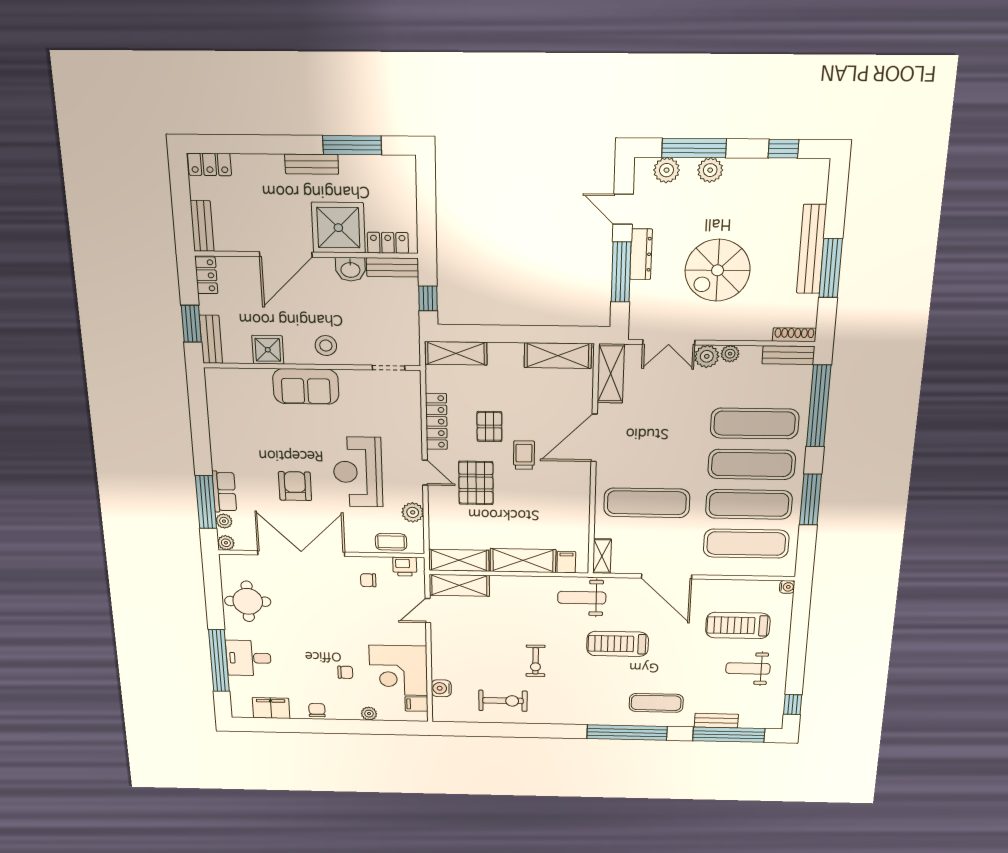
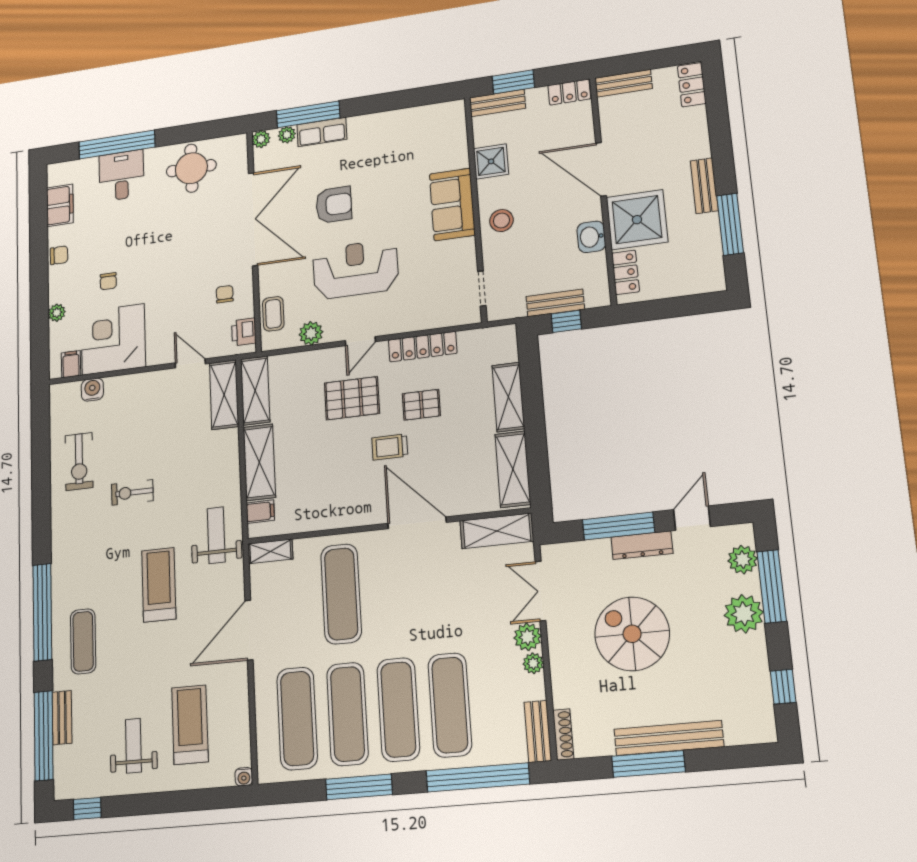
plant: (710, 170) -> (744, 614), width x1.36, depth x1.36
bench: (393, 267) -> (555, 303), moved, turned 90
shelving: (456, 353) -> (508, 397), moved
trolley: (524, 455) -> (390, 447), turned 180

